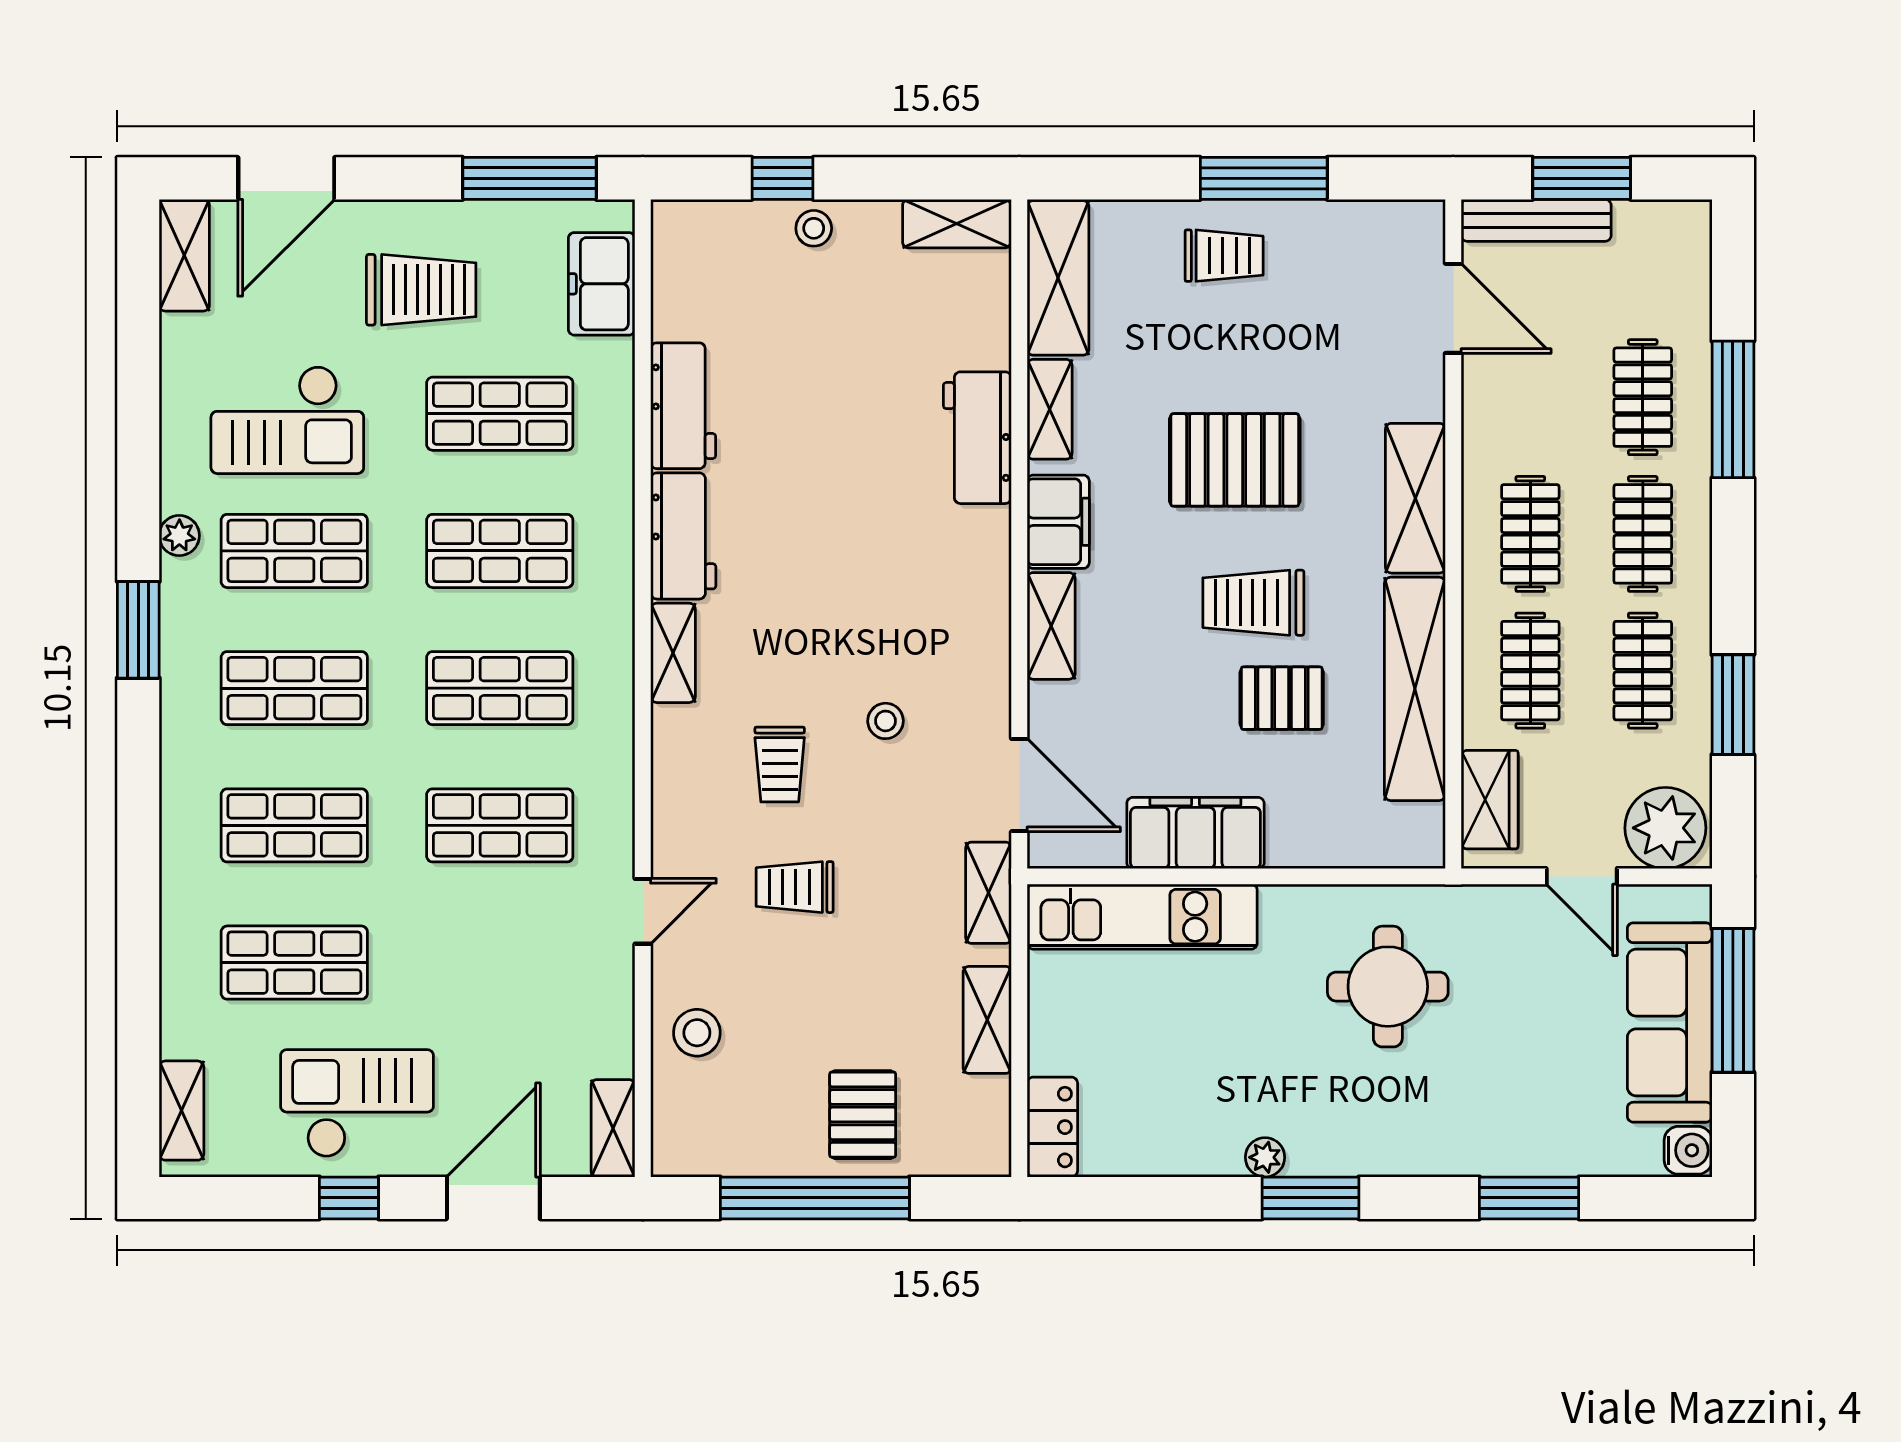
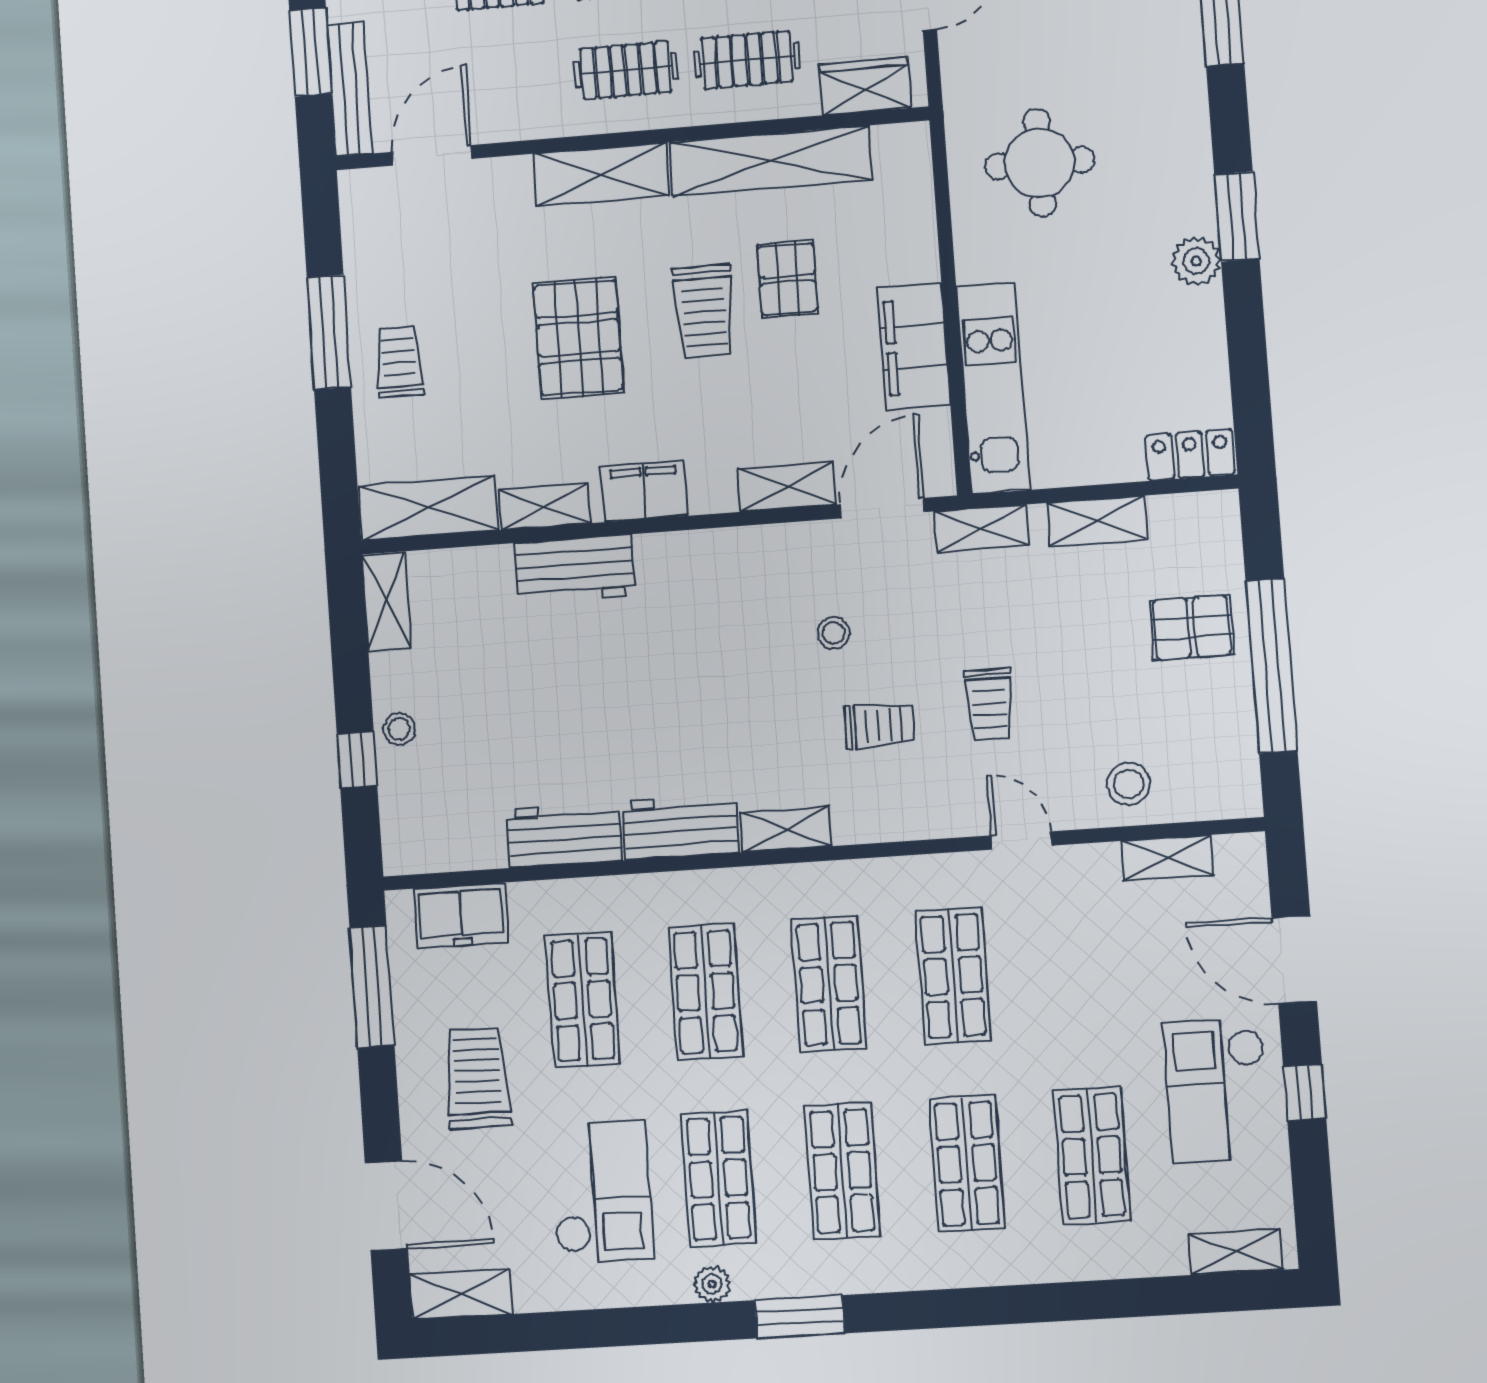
shelving: (1051, 626) -> (787, 487), moved
shelving: (613, 1128) -> (1167, 858), moved
plant: (1265, 1157) -> (1196, 261), width x1.38, depth x1.38

